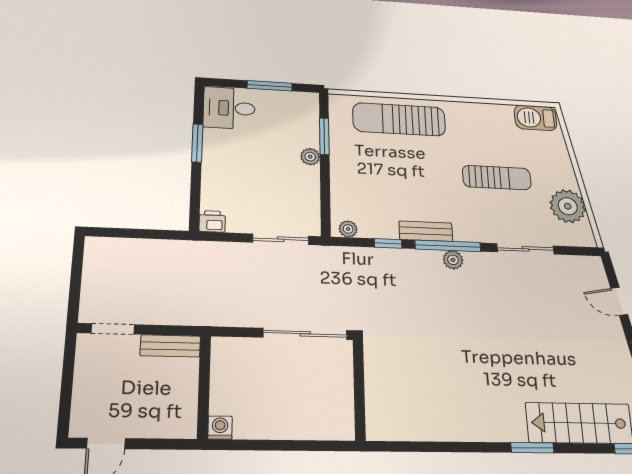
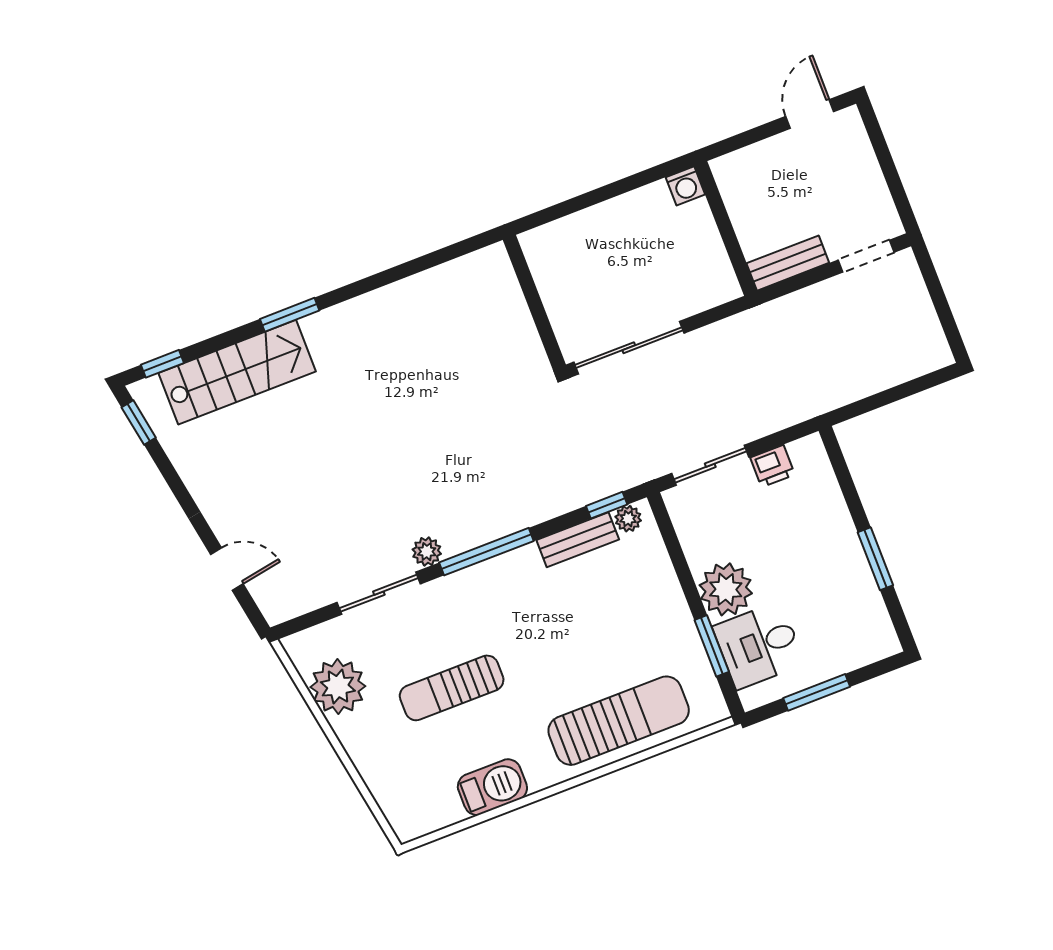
desk: (229, 108) -> (759, 645), moved, turned 180
barbecue: (536, 118) -> (492, 787), moved
plant: (310, 157) -> (726, 589), width x1.88, depth x1.88
printer: (212, 221) -> (772, 466), moved
bench: (426, 231) -> (578, 540), moved
window: (388, 243) -> (607, 505), moved
plant: (453, 260) -> (427, 552), moved

